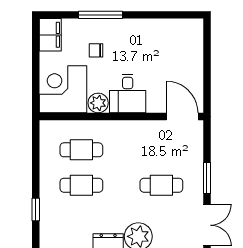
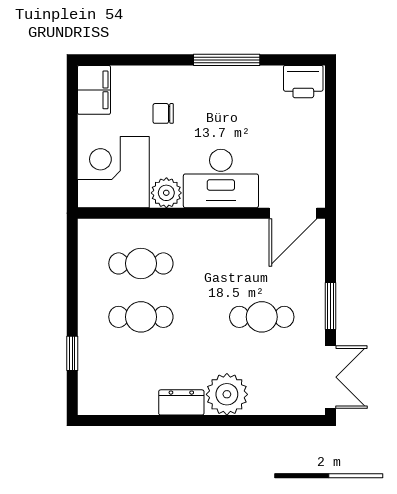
window: (101, 15) -> (227, 60), moved
printer: (189, 29) -> (303, 82), added
desk: (128, 94) -> (221, 179), width x1.37
door: (182, 117) -> (293, 213), swing flipped

